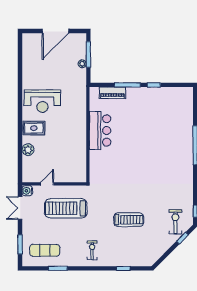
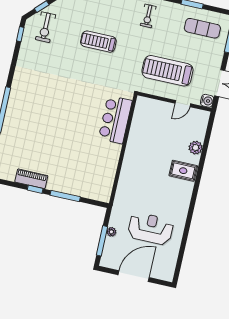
piano: (112, 93) -> (31, 179), moved
reception desk: (42, 101) -> (151, 229), moved
bar counter: (100, 130) -> (115, 120), moved
treadmill: (66, 208) -> (167, 71), turned 180

